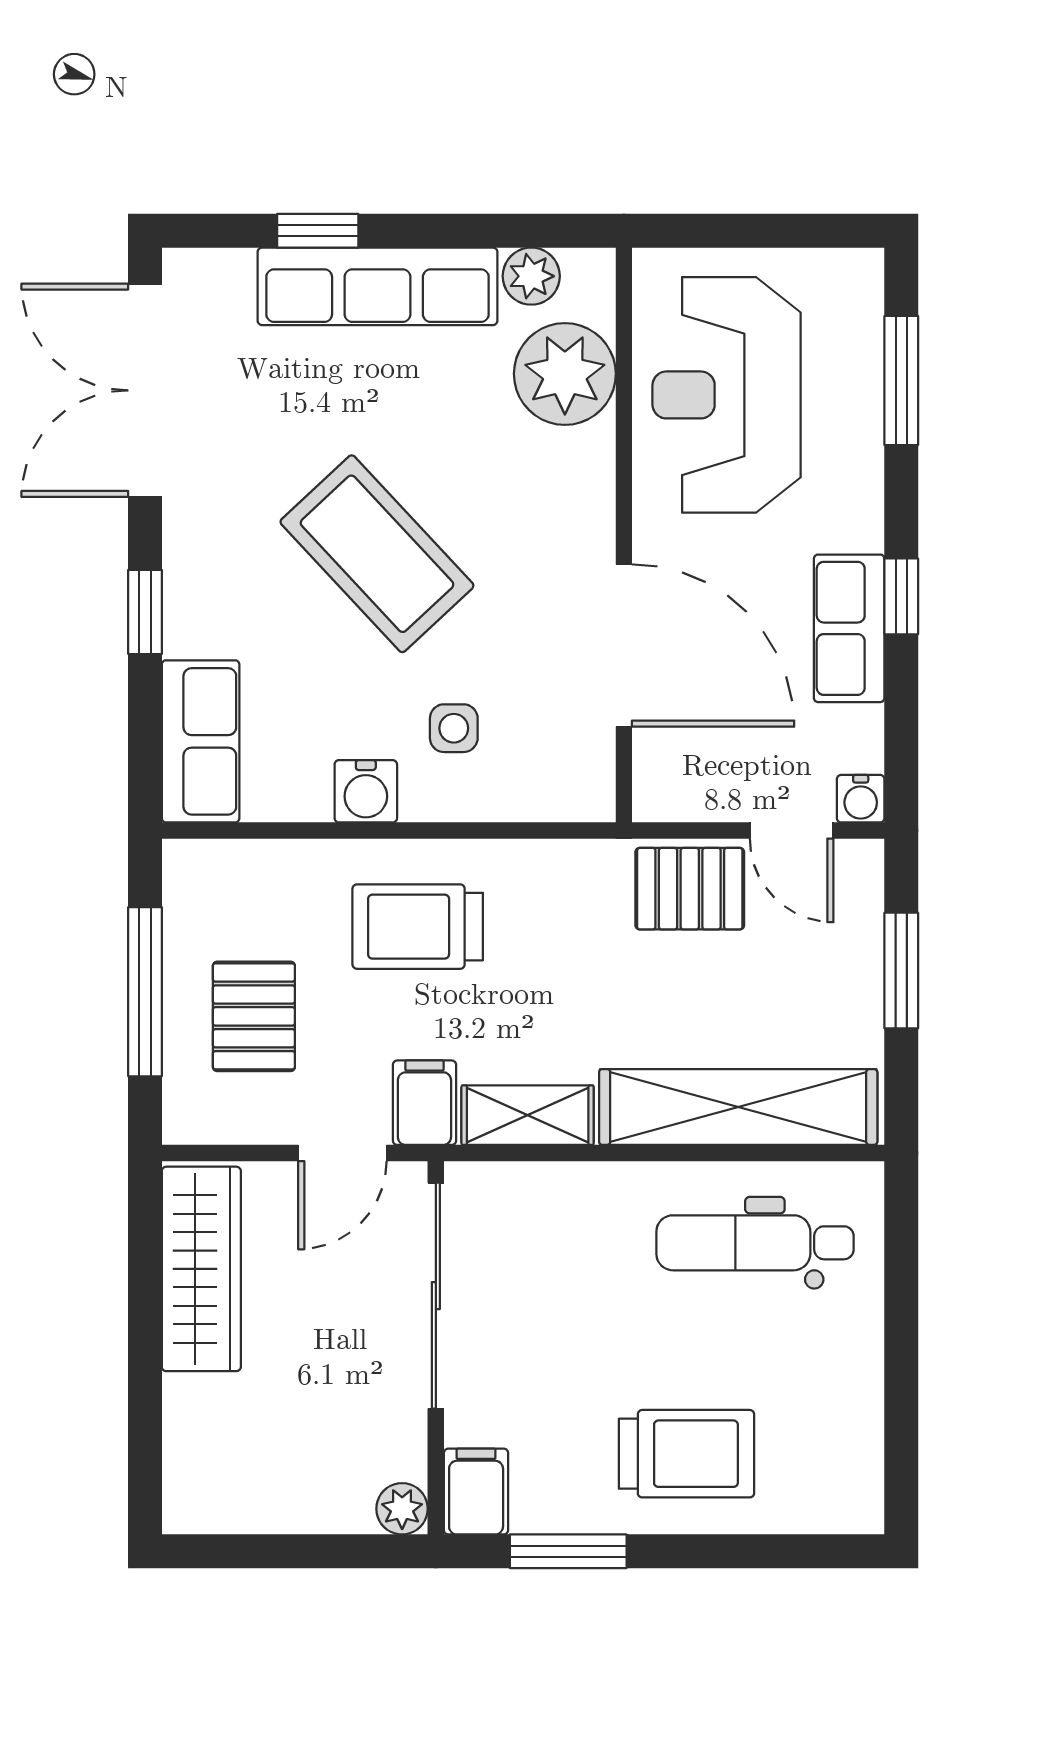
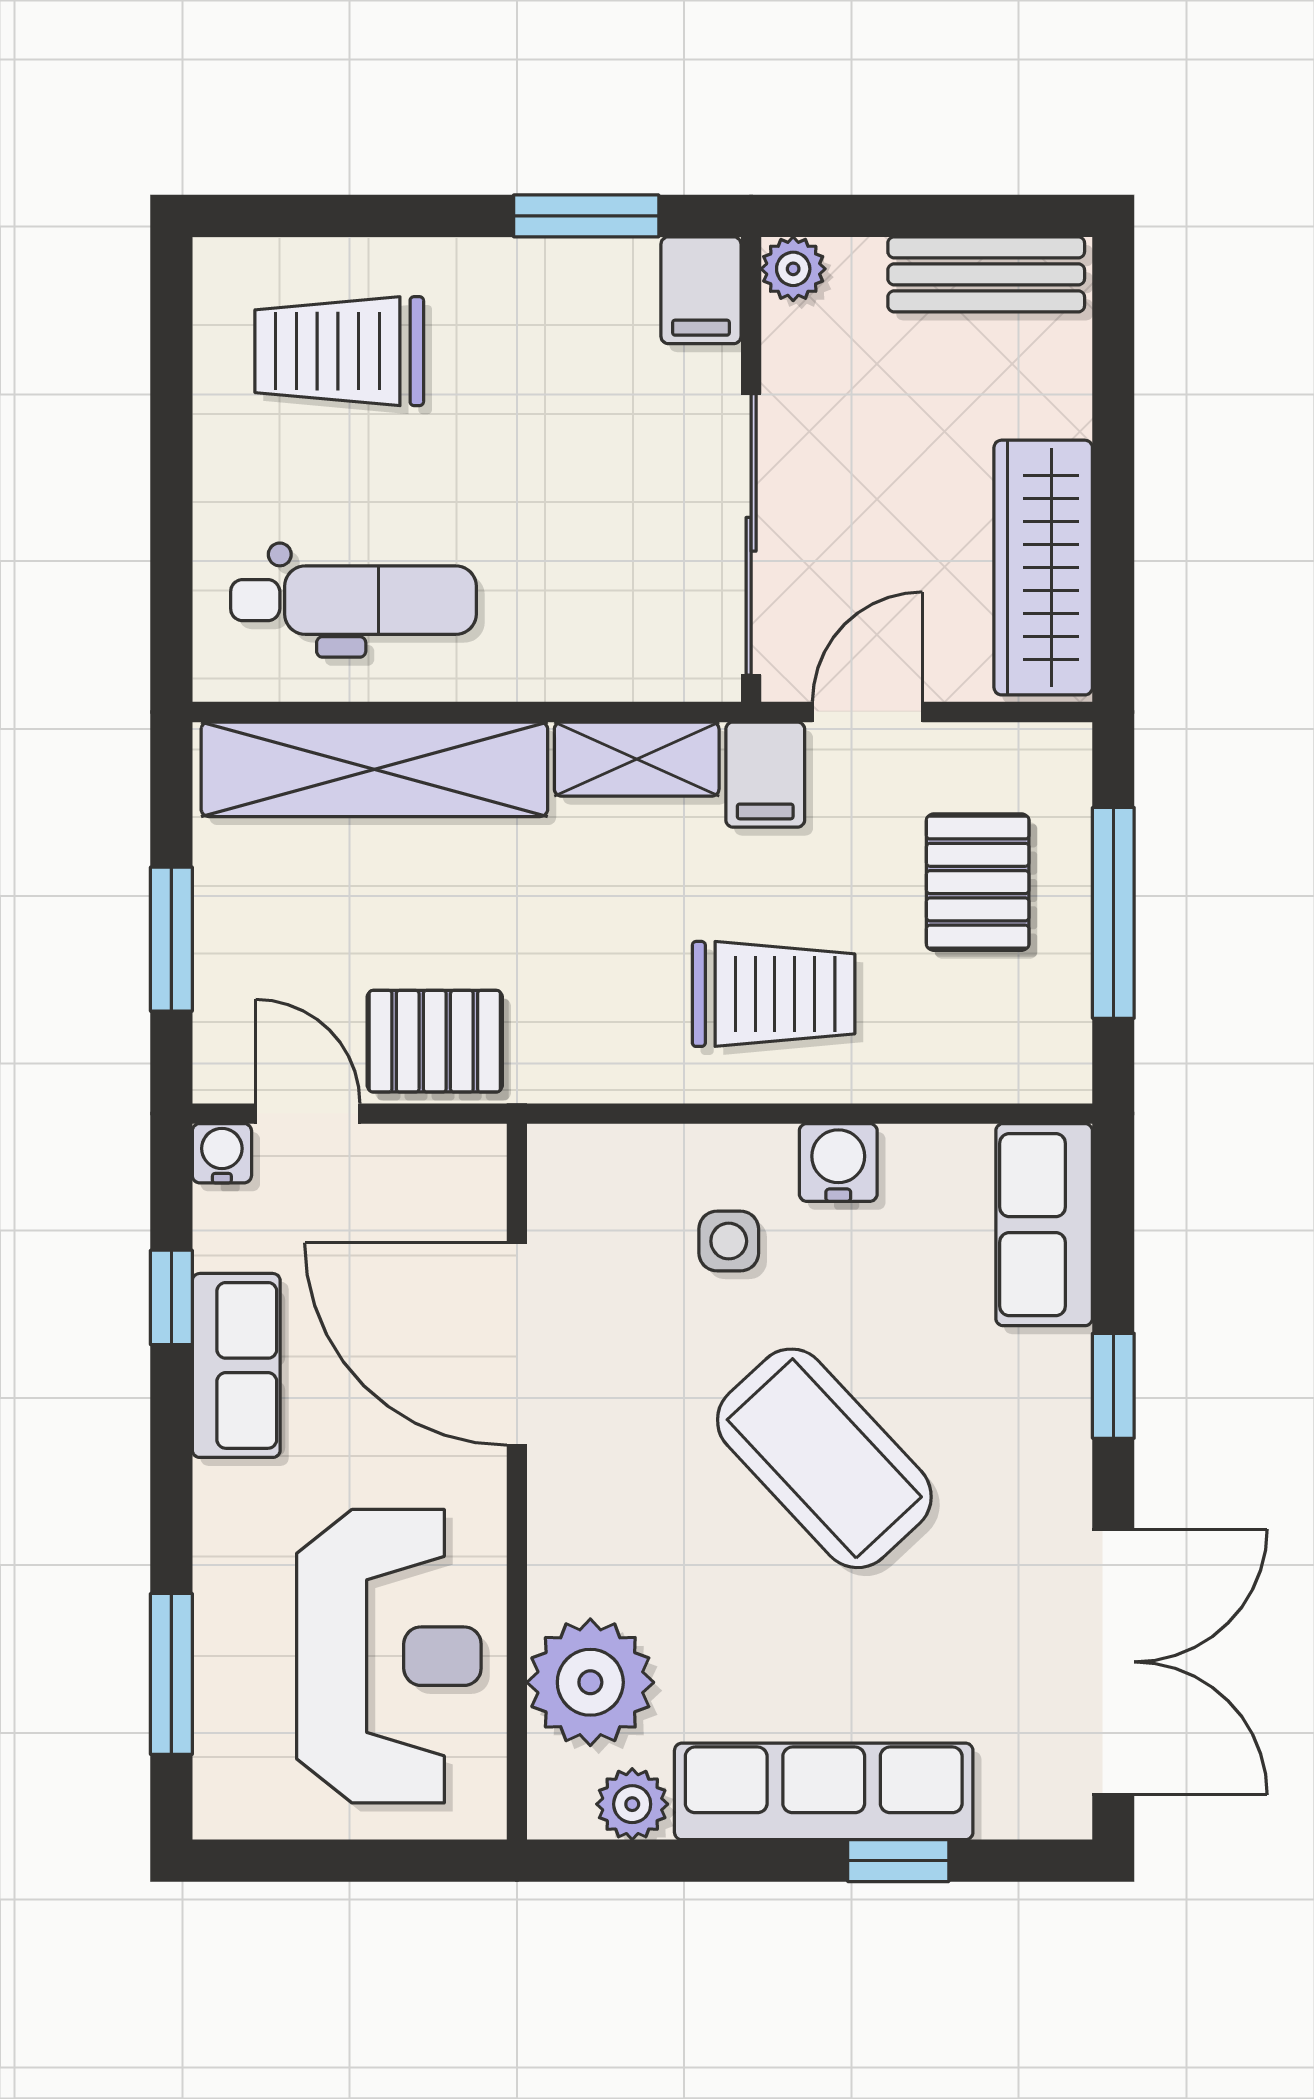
window: (901, 596) -> (171, 1297), moved
trolley: (686, 1454) -> (339, 351), moved
bench: (247, 1504) -> (986, 274), added

